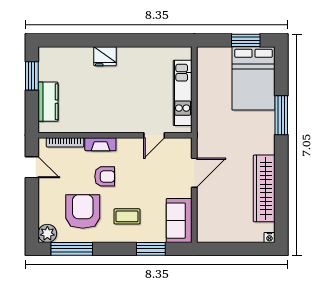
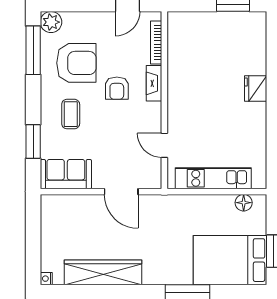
floor lamp: (204, 67) -> (244, 203), added
kitchen counter: (48, 102) -> (203, 23), removed

